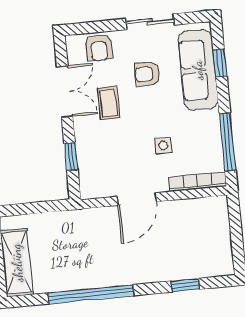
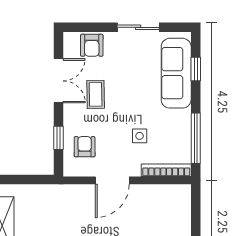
armchair: (147, 74) -> (85, 147), moved, turned 90

